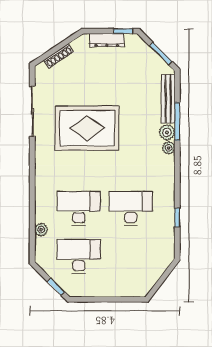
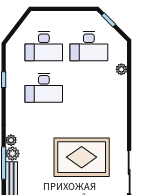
desk: (79, 208) -> (44, 46), moved

